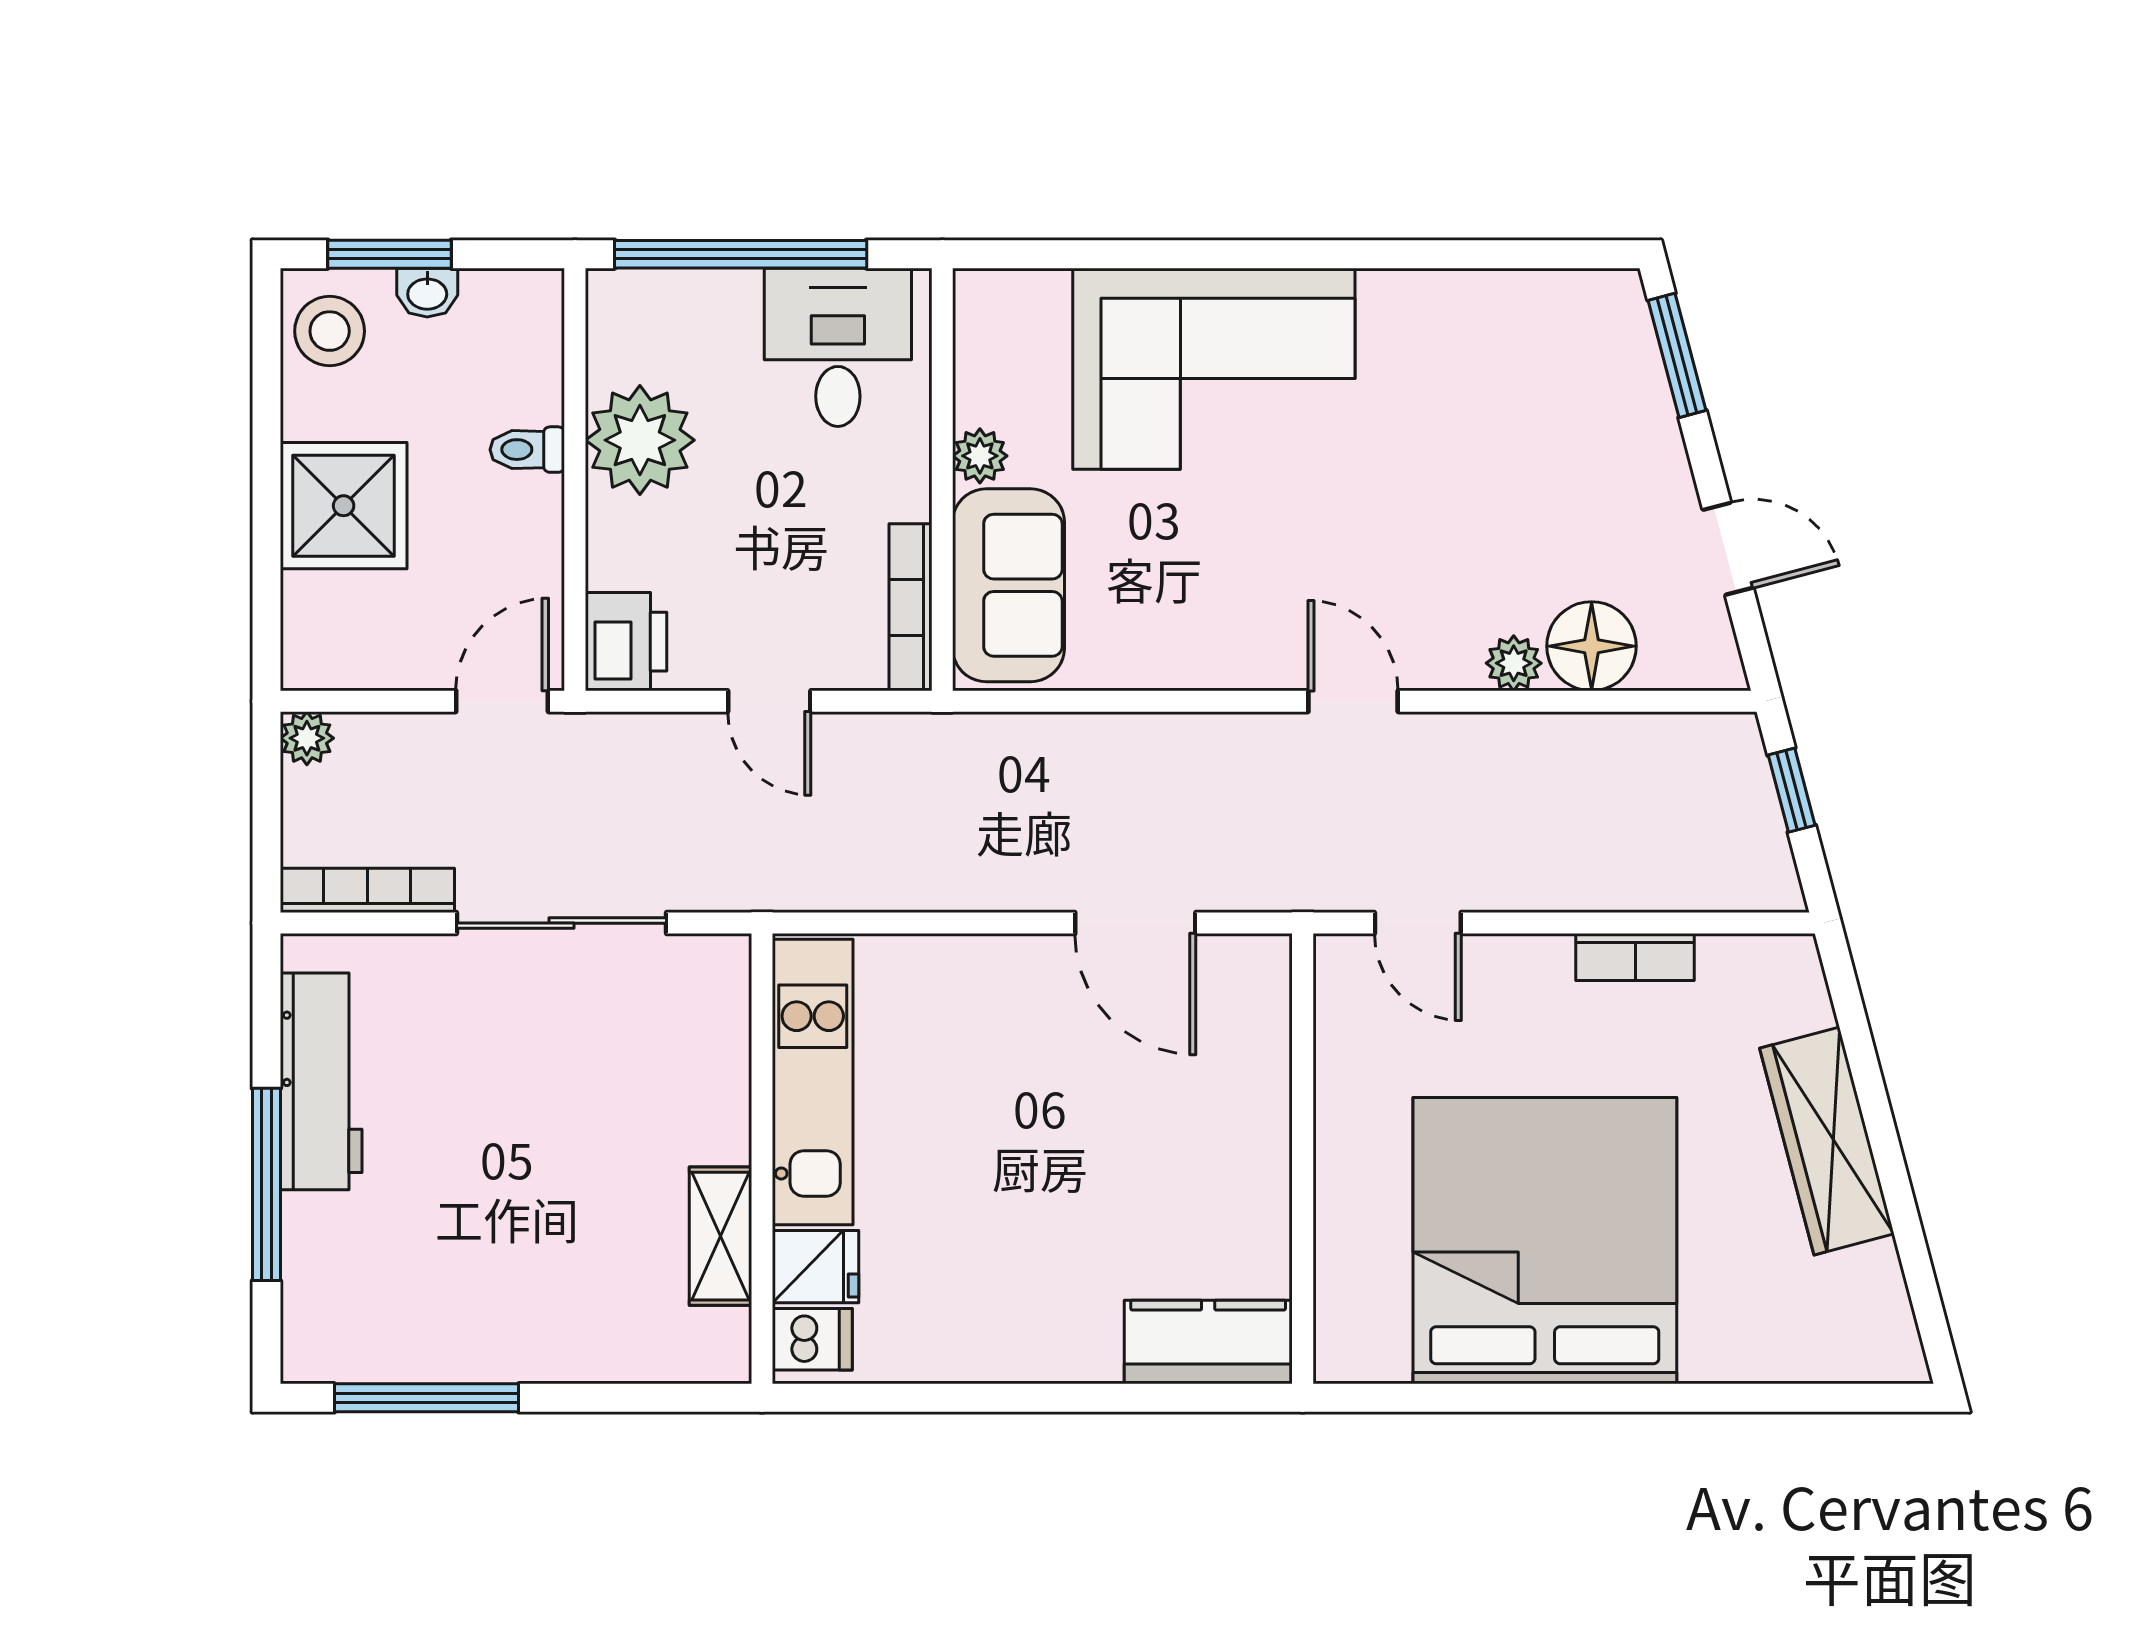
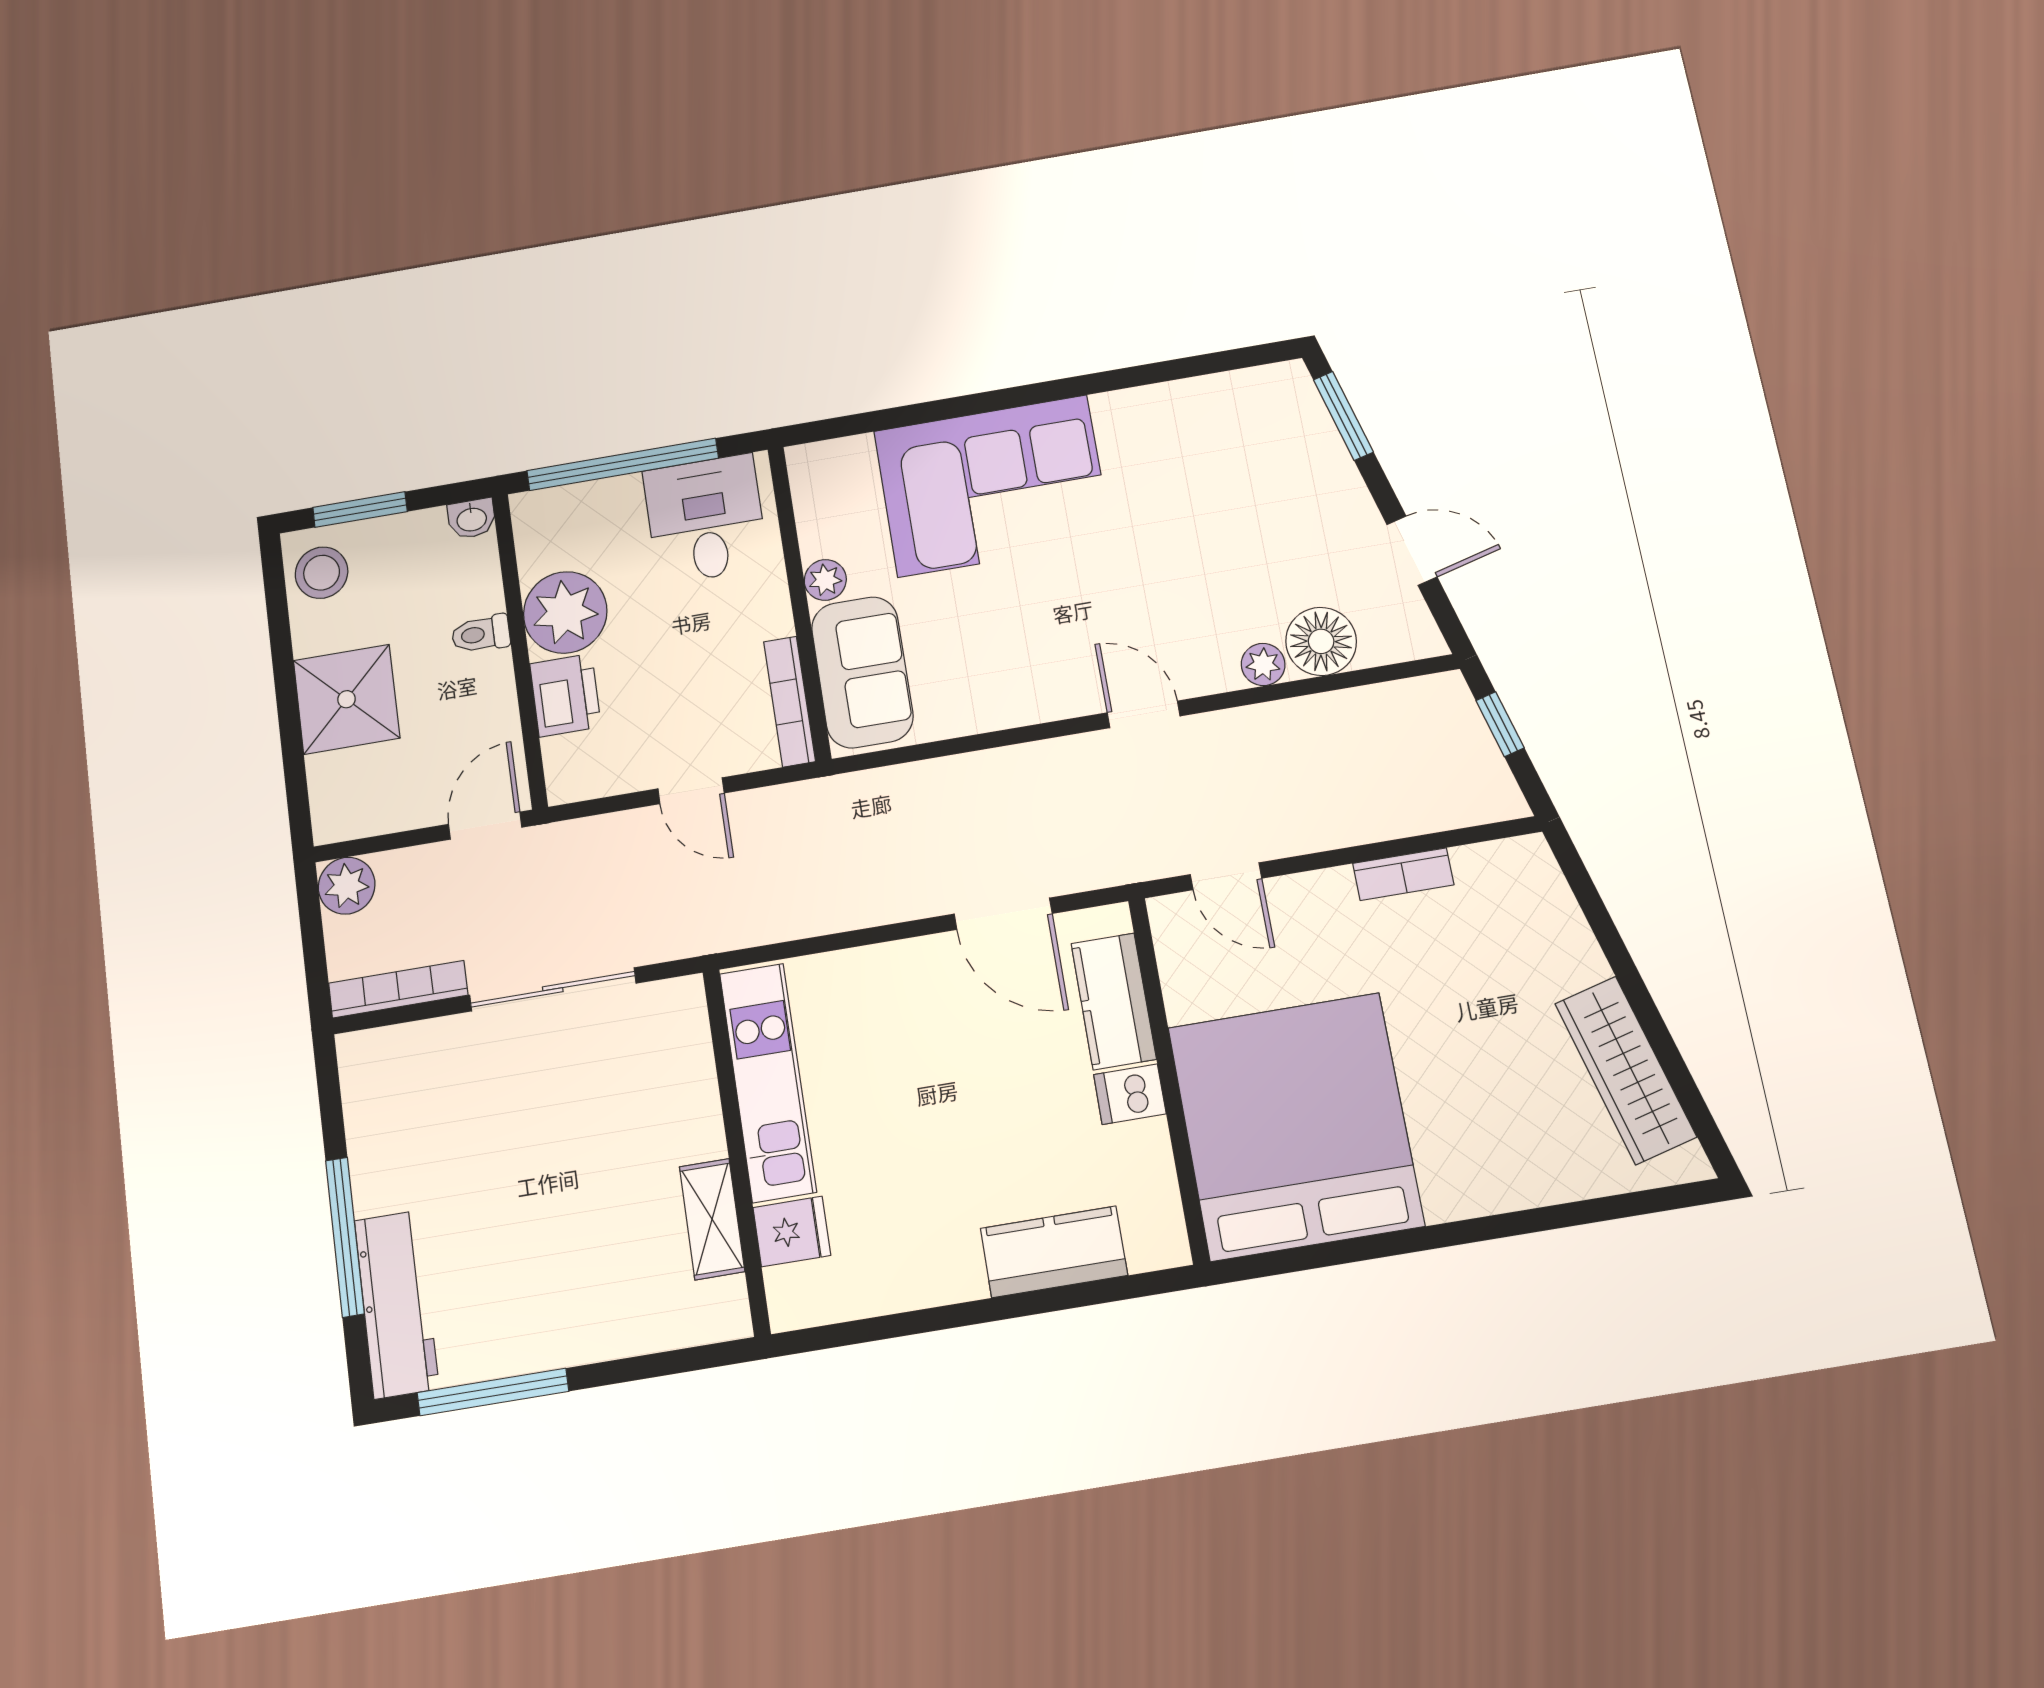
washbasin: (427, 293) -> (472, 519), moved
printer: (626, 642) -> (565, 695), moved
plant: (307, 738) -> (347, 886), width x1.38, depth x1.38
kitchen counter: (1253, 1054) -> (1114, 1001), added
workbench: (321, 1081) -> (397, 1304), moved
wardrobe: (1827, 1141) -> (1626, 1070), moved
bed: (1545, 1241) -> (1295, 1126), moved
dishwasher: (812, 1339) -> (1130, 1094), moved, turned 180
kitchen counter: (1208, 1342) -> (1054, 1252), moved

